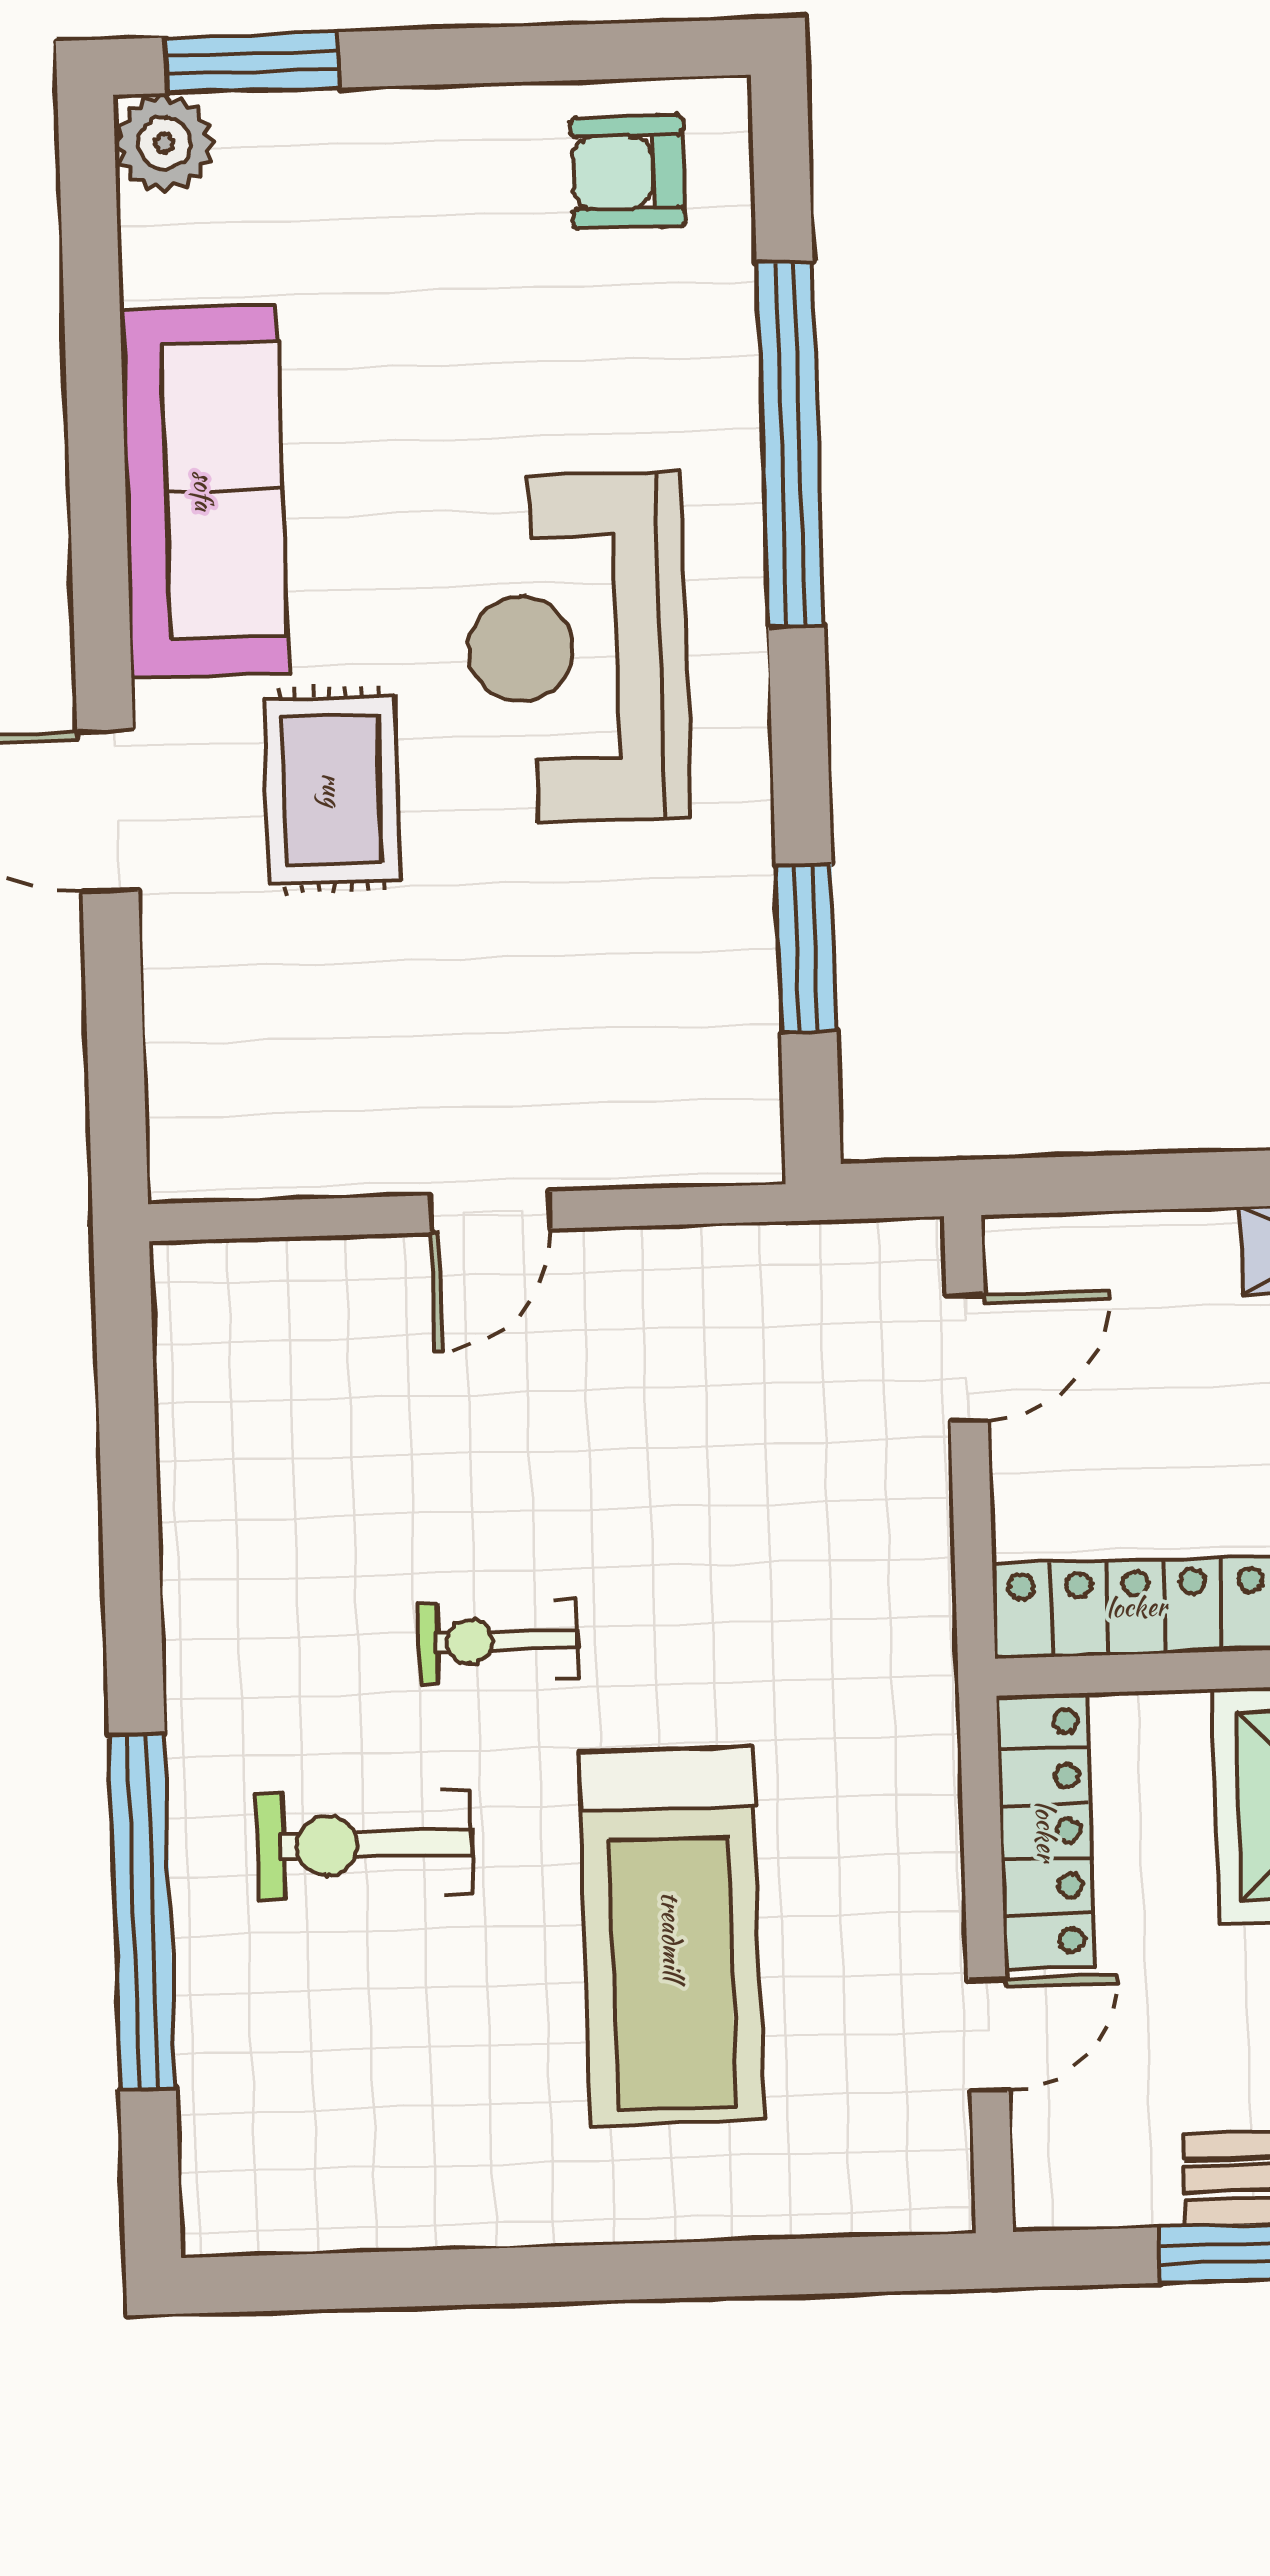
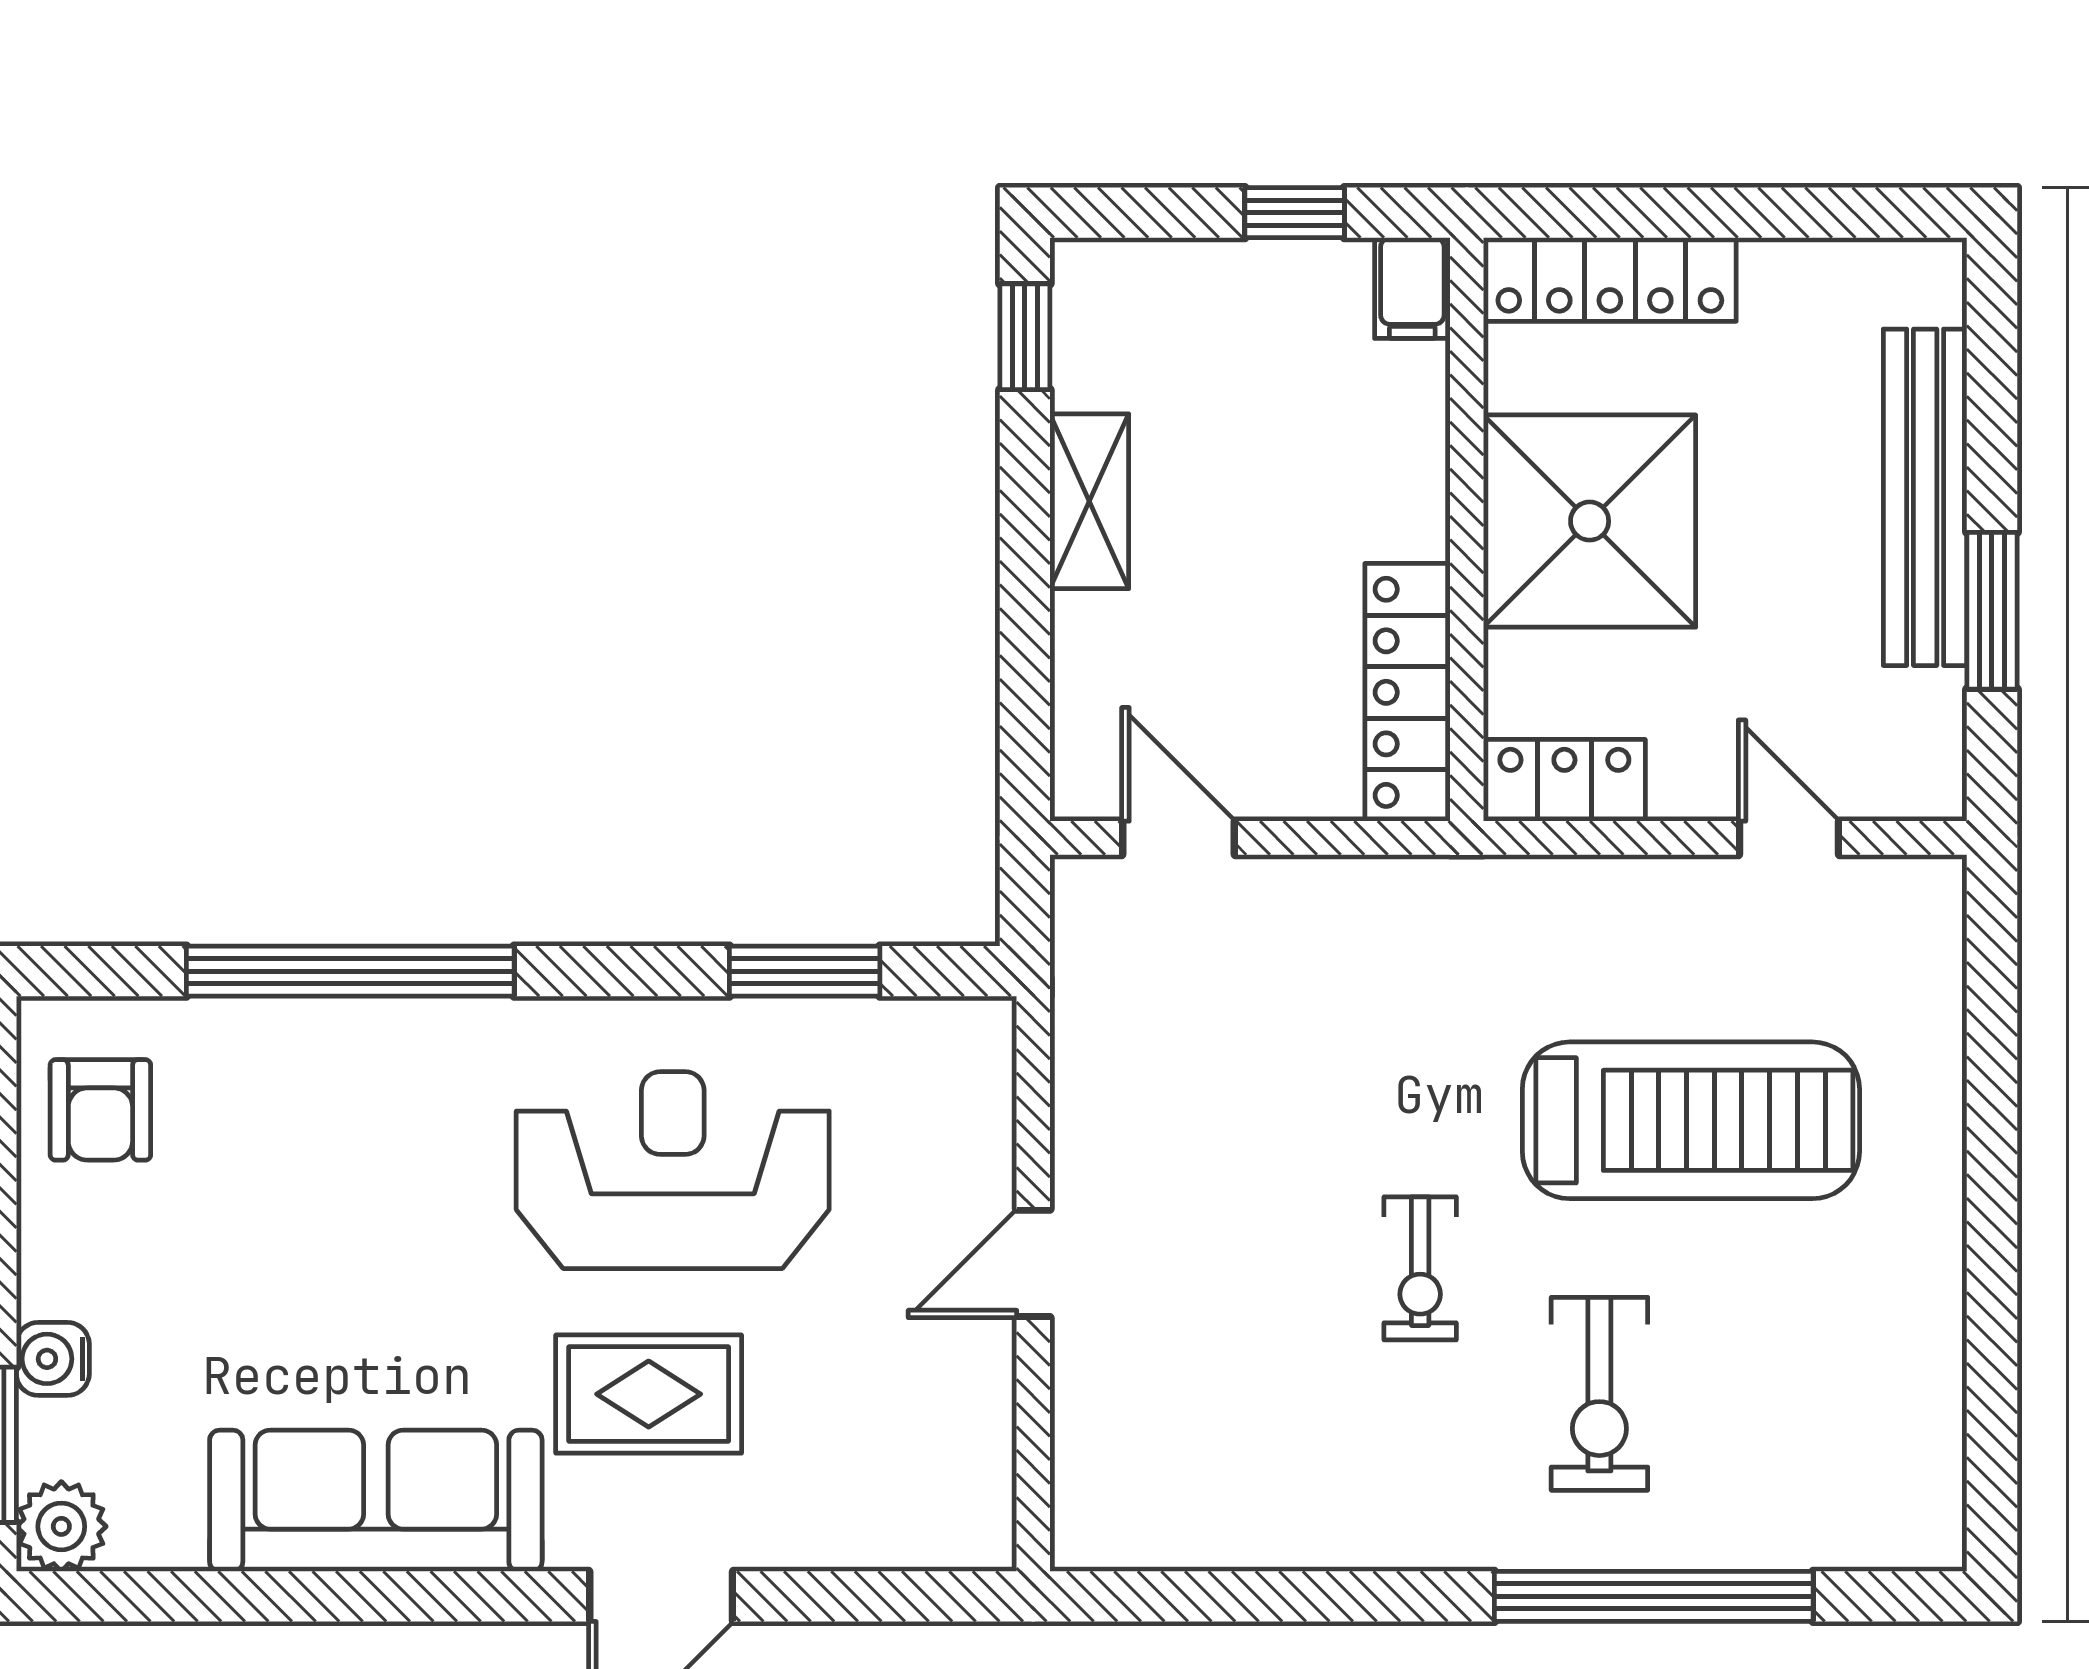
water cooler: (350, 128) -> (53, 1359), added
reception desk: (577, 647) -> (673, 1170), moved, turned 180
door: (490, 1212) -> (1033, 1263), swing flipped
locker: (1046, 1831) -> (1564, 780), width x0.66

